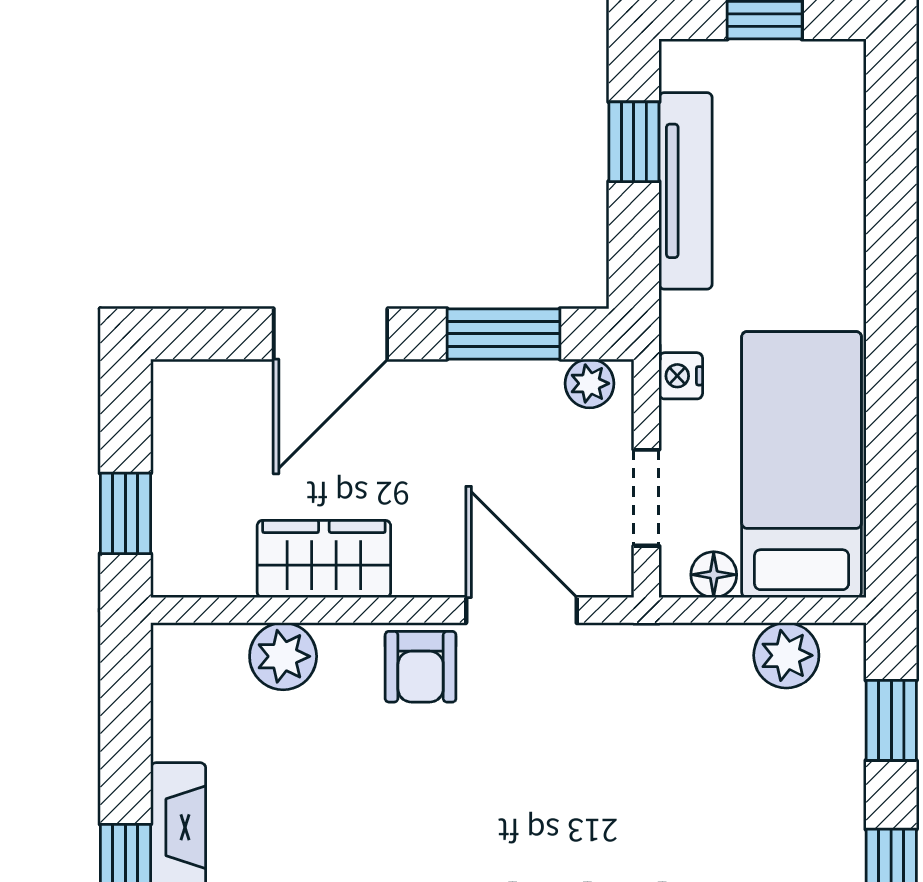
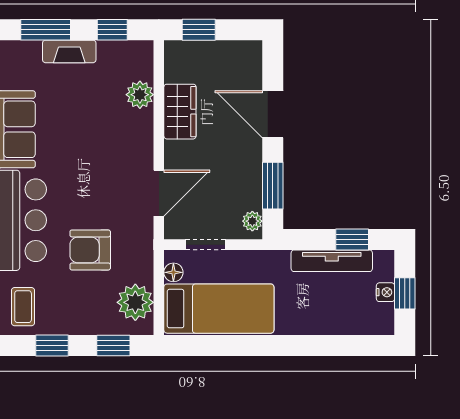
nightstand: (681, 376) -> (385, 292), moved, turned 90
plant: (786, 655) -> (135, 302), width x1.36, depth x1.36
armchair: (421, 667) -> (90, 250), moved, width x1.38, depth x1.38
window: (125, 723) -> (112, 30), added

